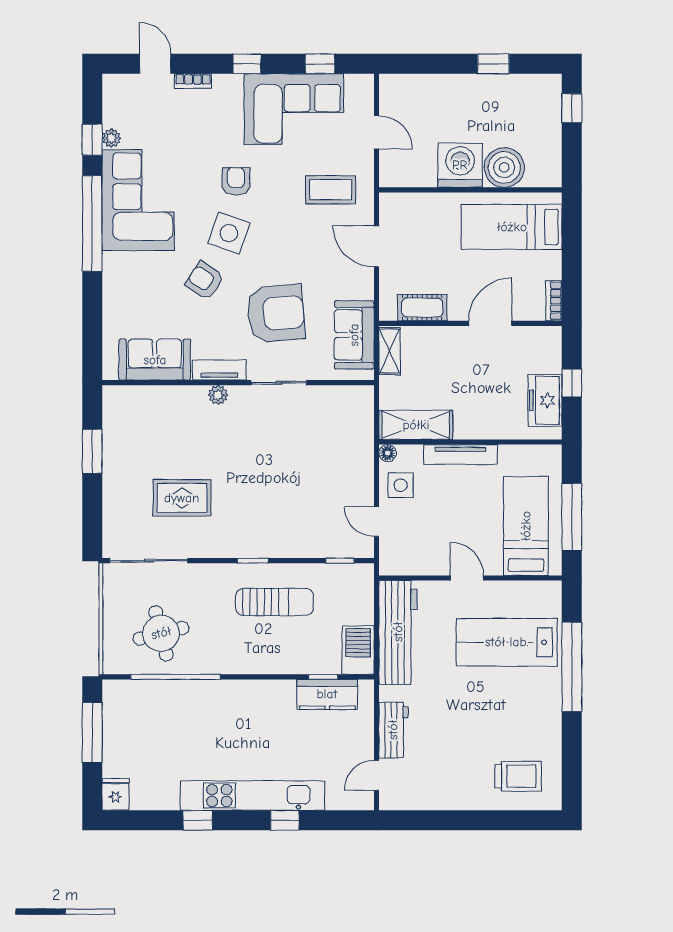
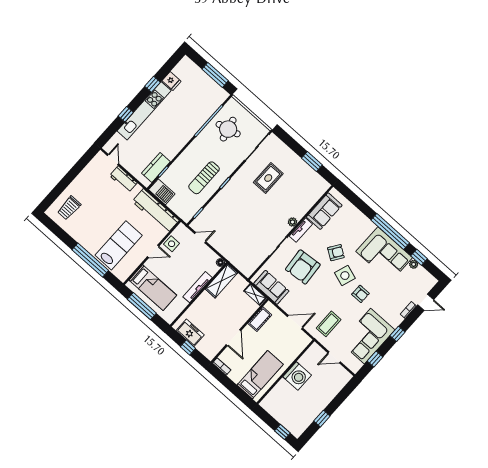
boiler: (504, 167) -> (283, 390), removed
side table: (401, 485) -> (172, 244), moved
fridge: (116, 794) -> (171, 81), moved

